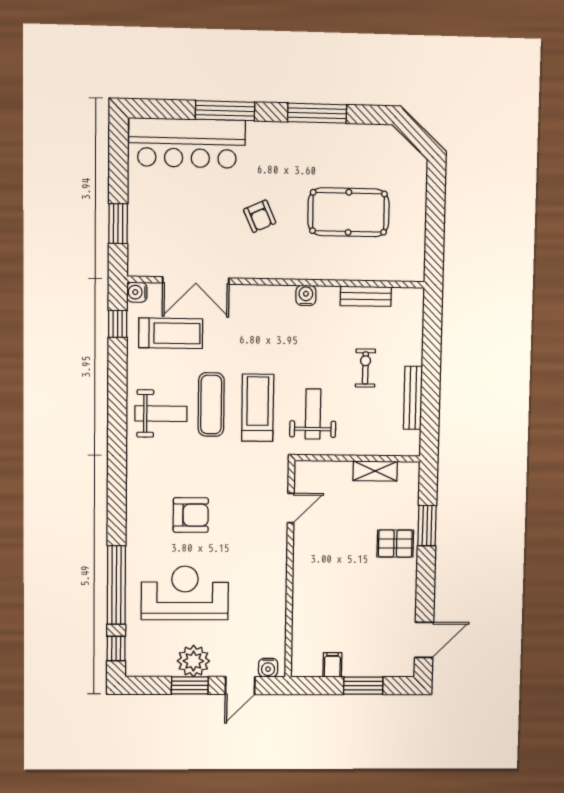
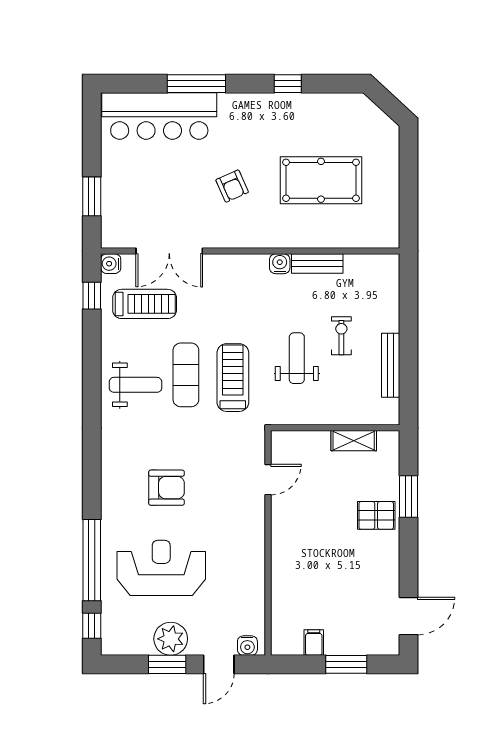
window: (317, 113) -> (288, 84), width x0.46
bench: (366, 296) -> (317, 263), moved
weight bench: (313, 414) -> (297, 358), moved

